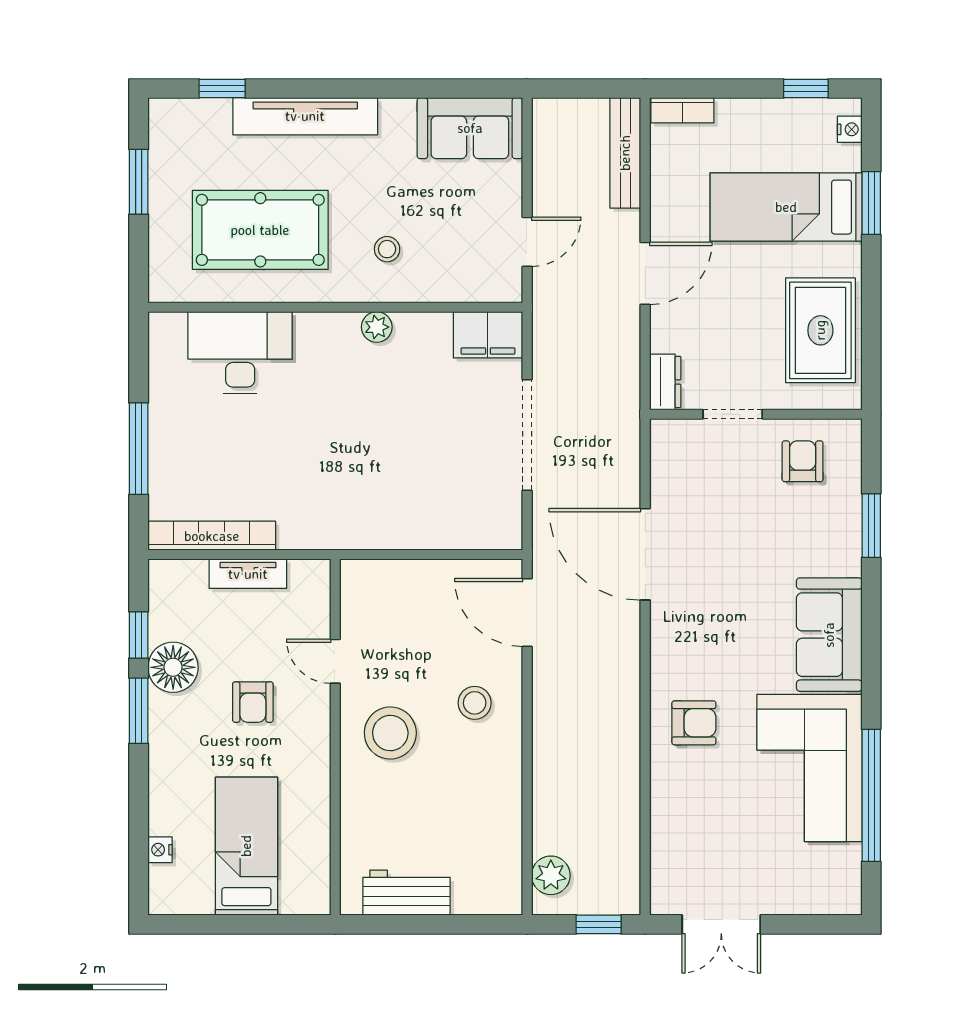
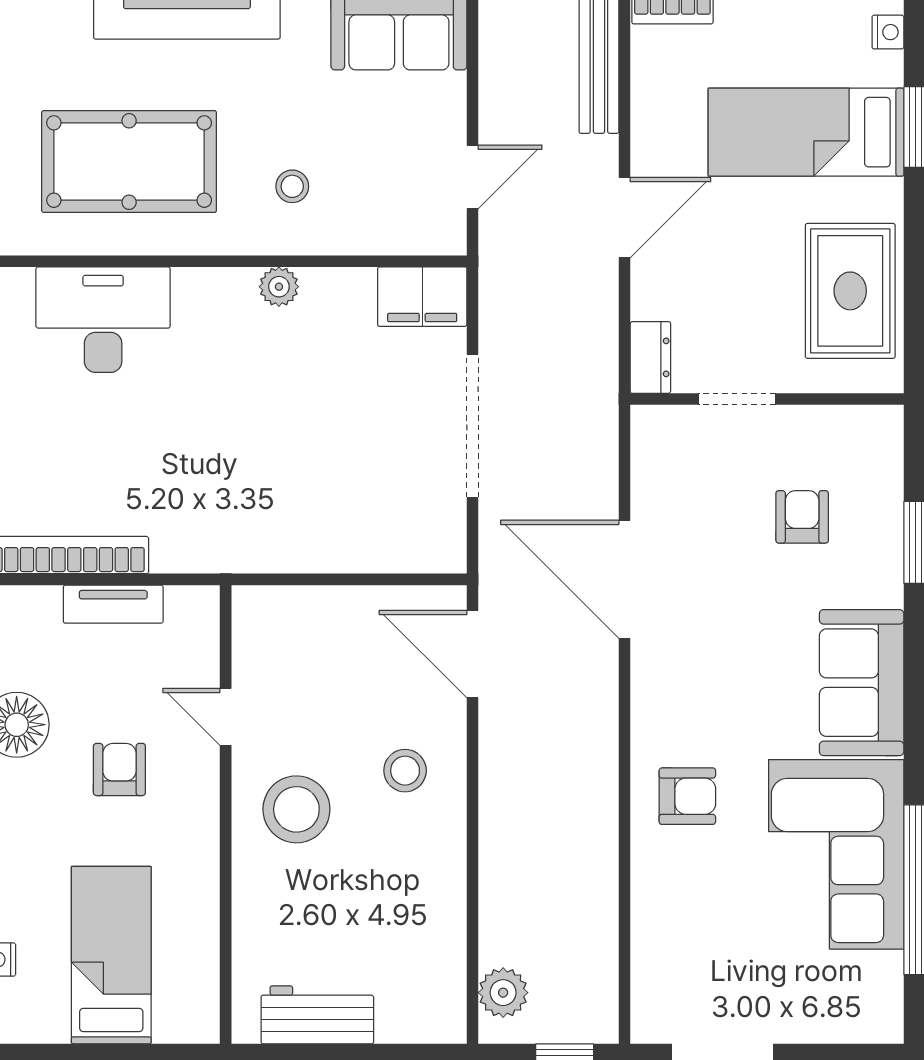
armchair: (803, 461) -> (802, 517), moved
armchair: (253, 702) -> (119, 769), turned 180

